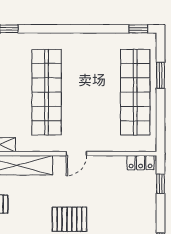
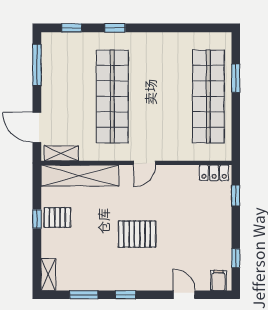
window: (138, 29) -> (115, 28), moved

